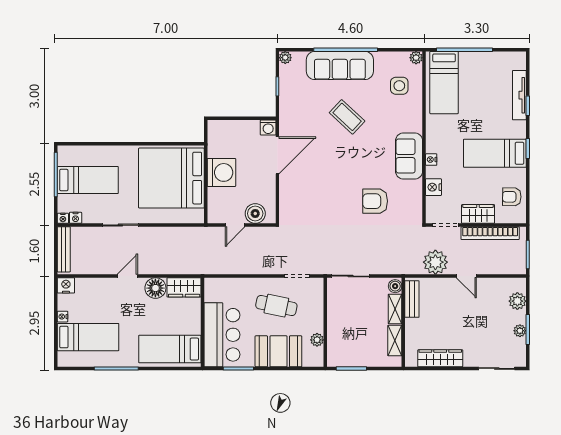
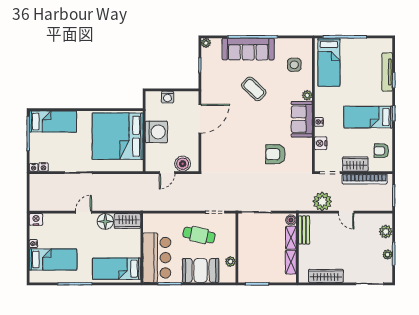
plant: (416, 58) -> (307, 95), moved
washing machine: (268, 127) -> (168, 97), moved
bed: (88, 180) -> (53, 121), moved
bench: (64, 249) -> (34, 191), removed

